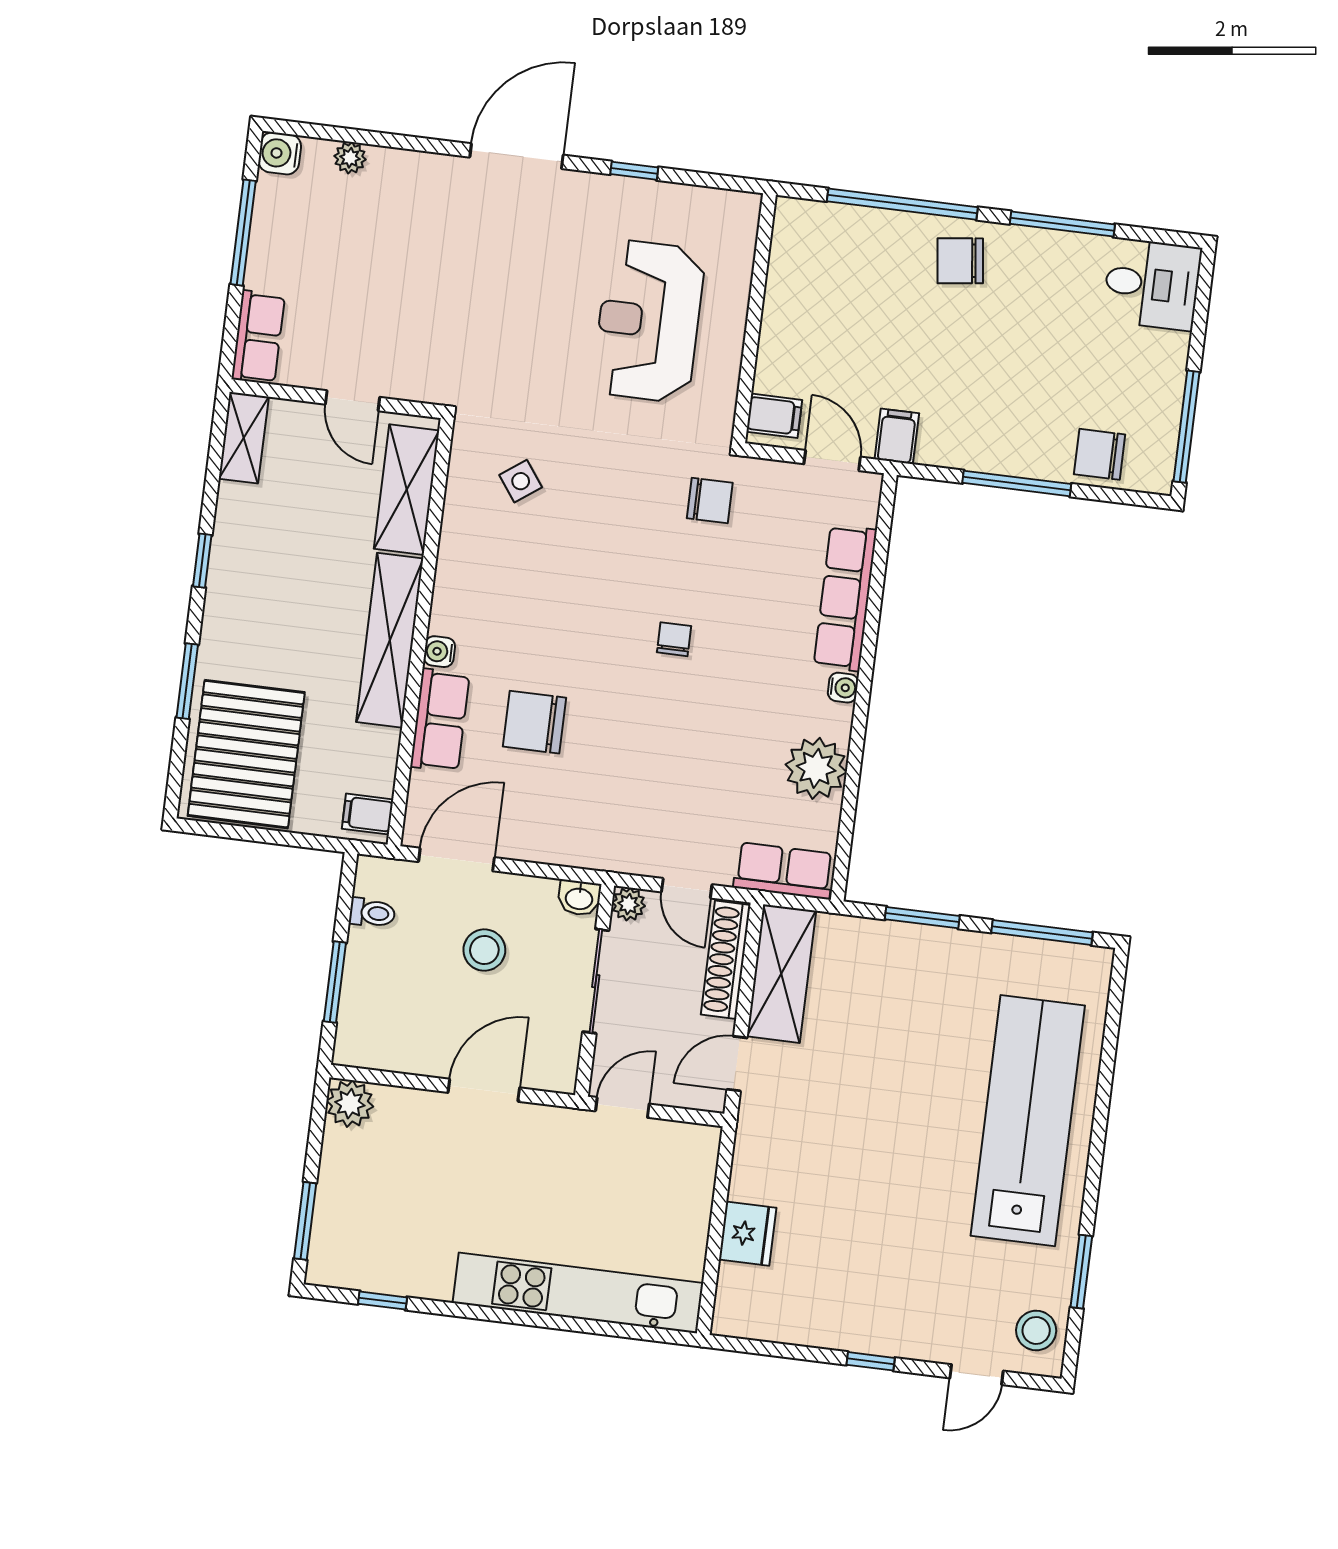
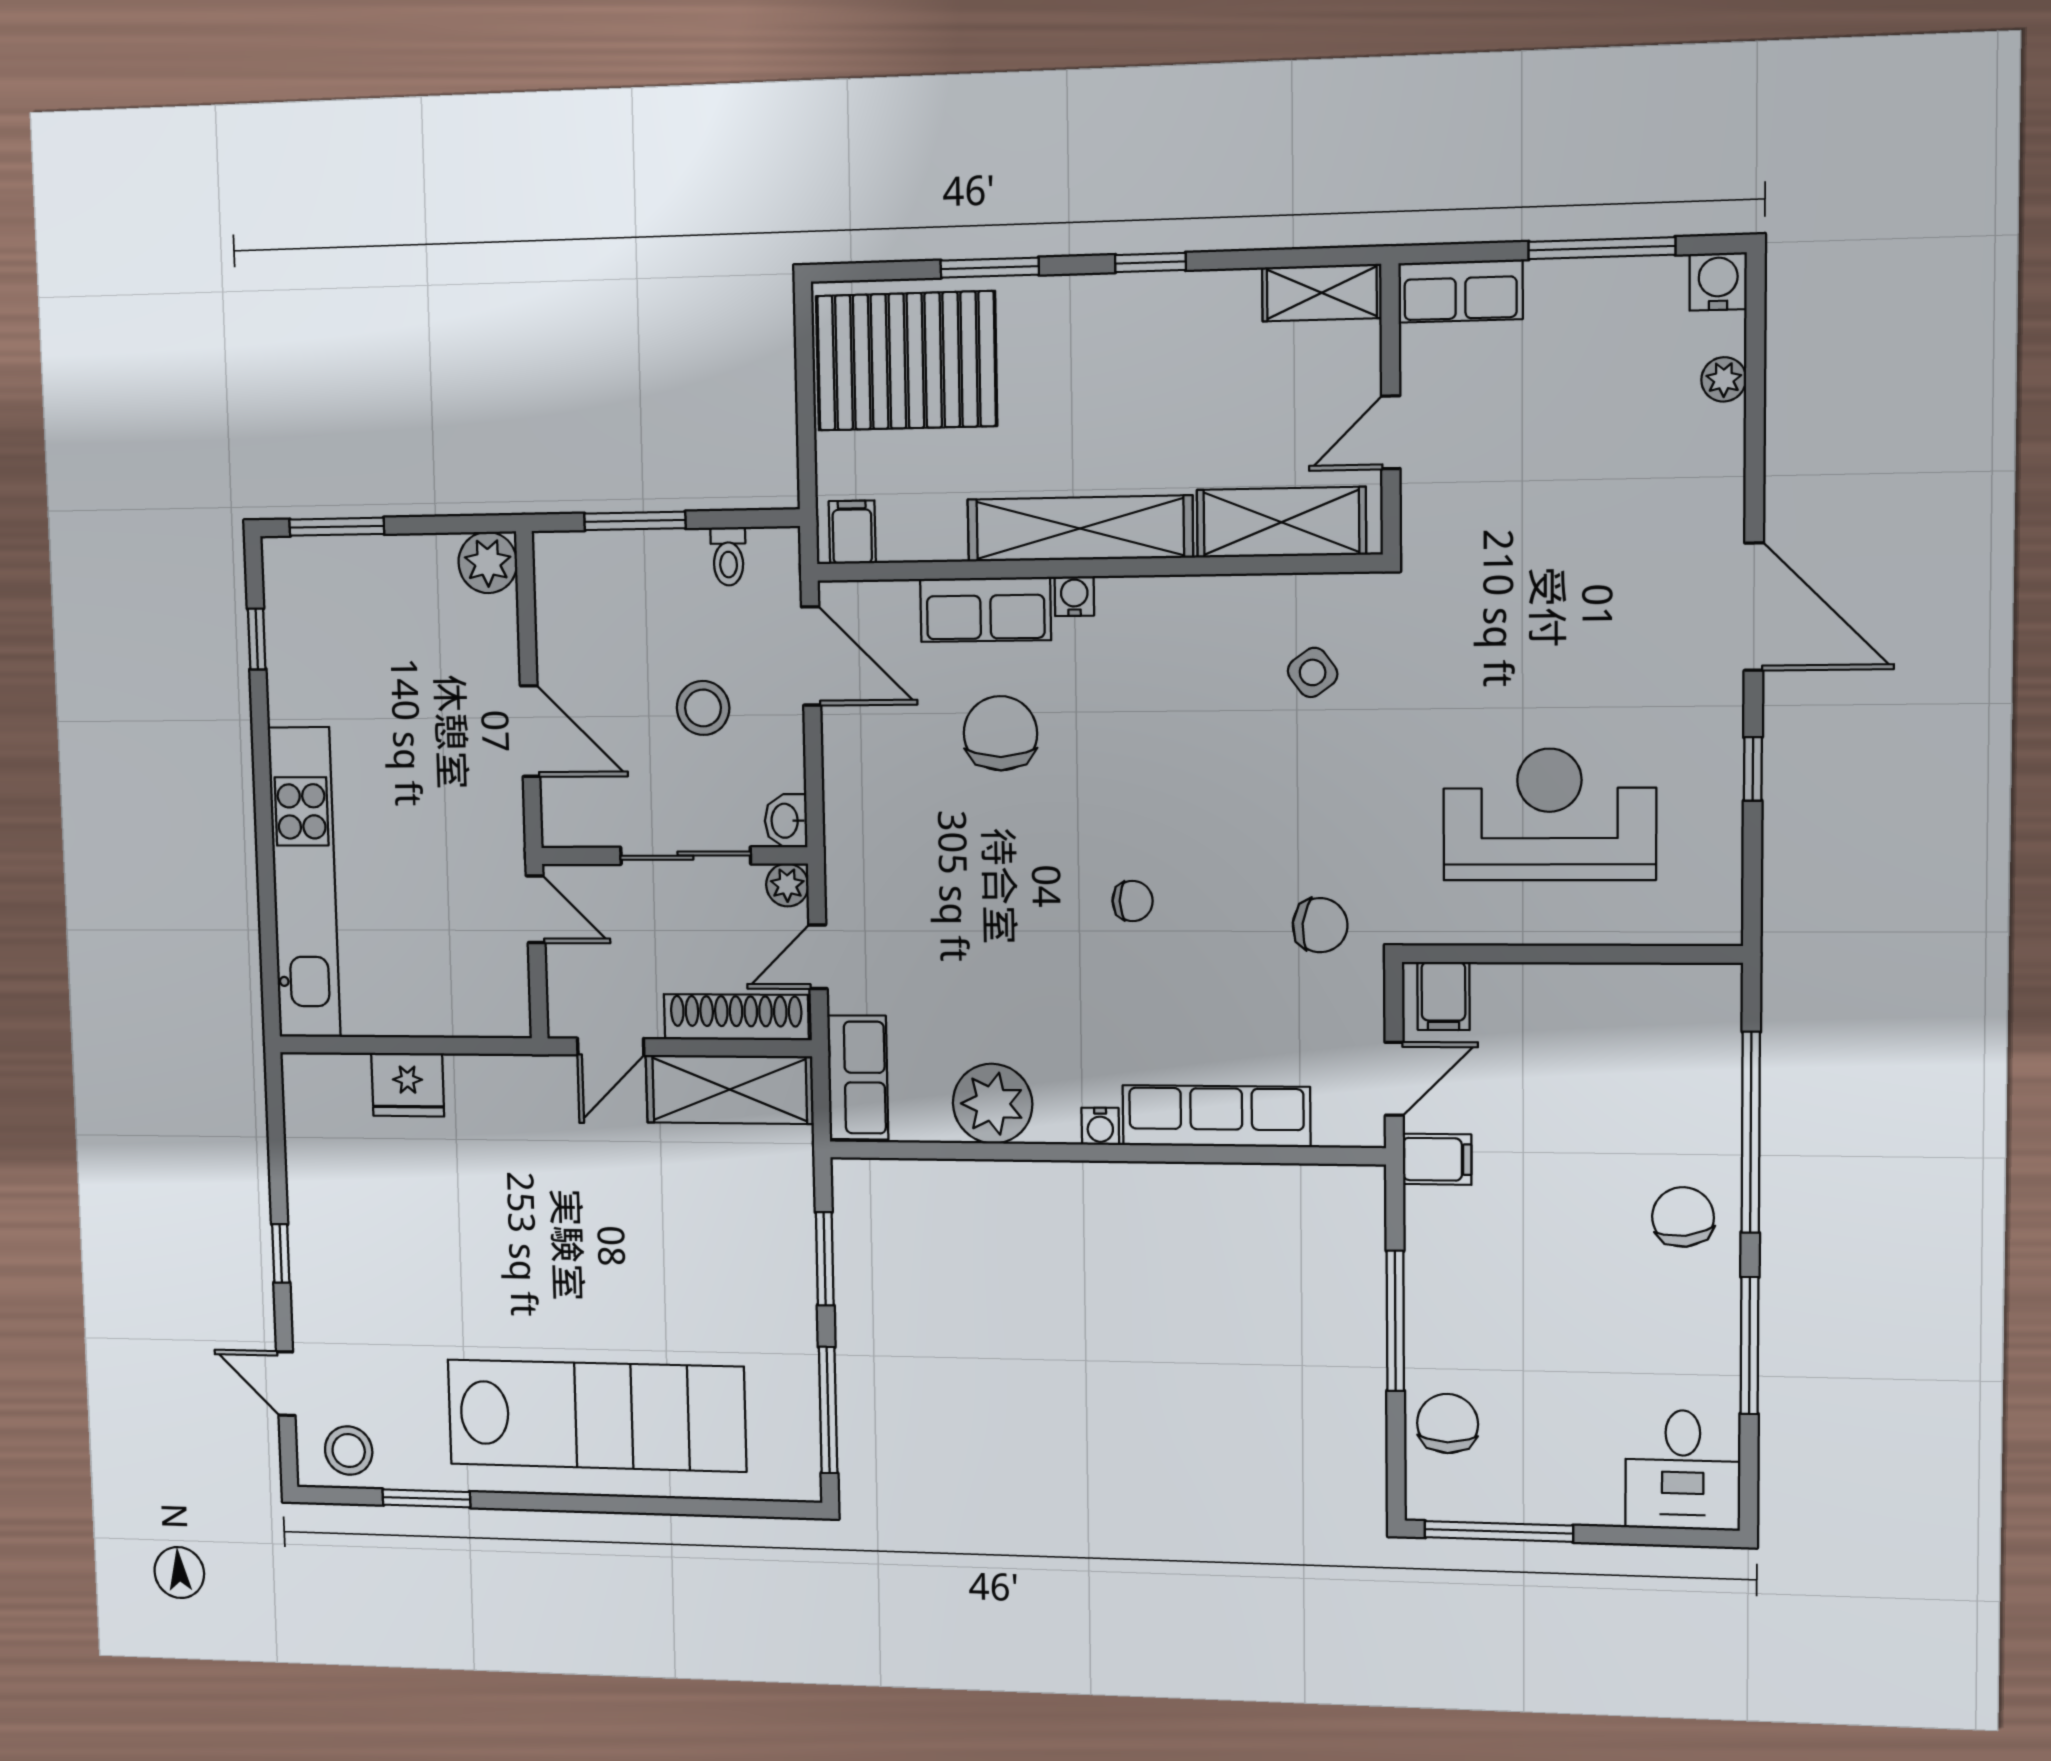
chair: (710, 500) -> (1320, 925), turned -84
door: (737, 1064) -> (611, 1047), swing flipped

